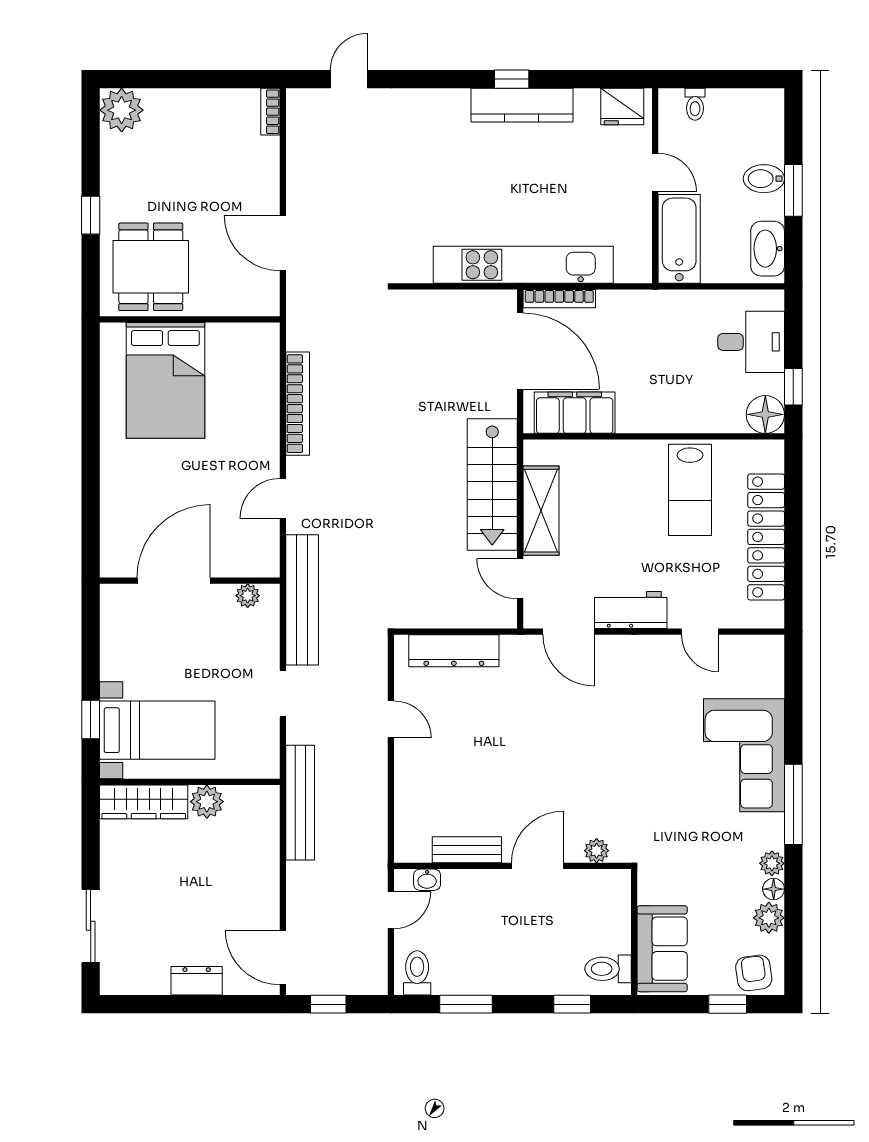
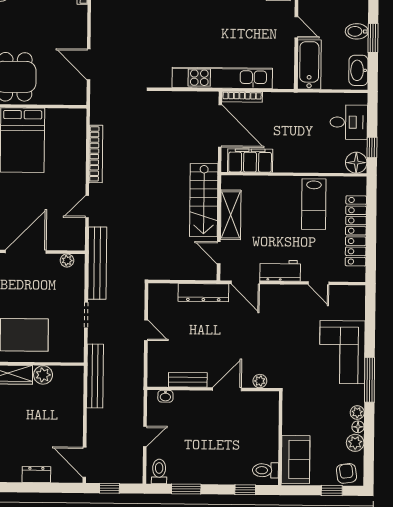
dresser: (454, 651) -> (203, 293), moved
bench: (467, 850) -> (188, 380), moved
plant: (597, 851) -> (260, 381), moved
wall: (513, 866) -> (213, 389), moved
door: (537, 866) -> (227, 389), moved
washbasin: (427, 880) -> (165, 396), moved

